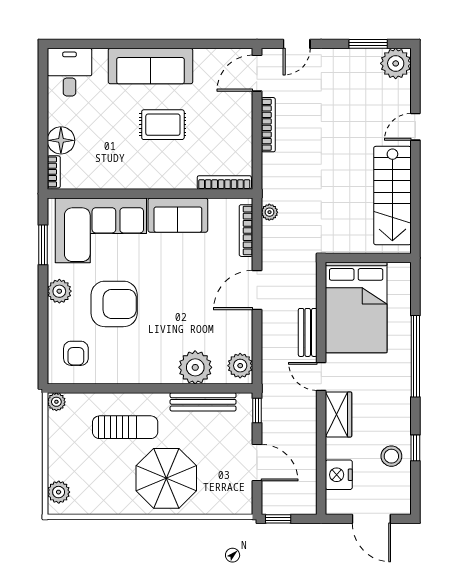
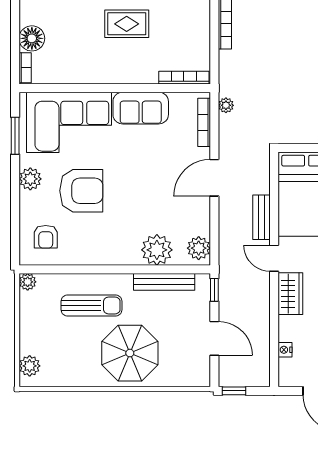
nightstand: (339, 475) -> (285, 350), width x0.53, depth x0.56

